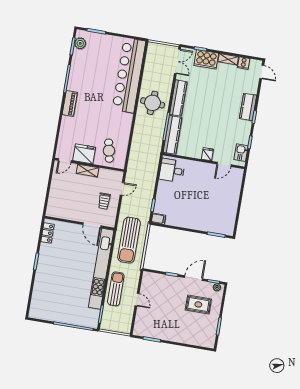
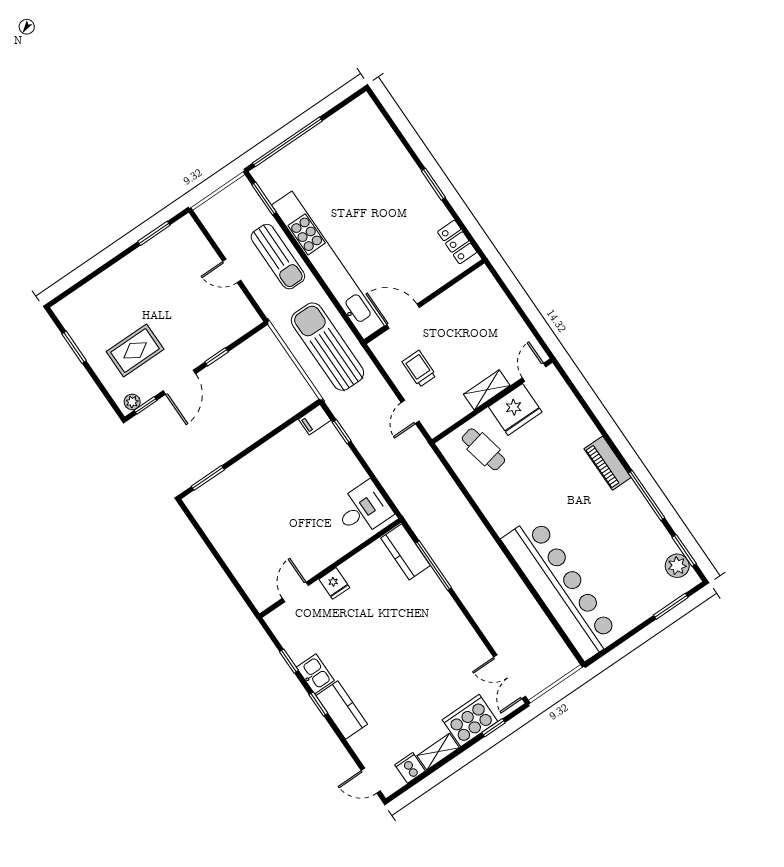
kitchen counter: (178, 98) -> (456, 624), removed
round table: (152, 103) -> (487, 581), removed
kitchen counter: (173, 135) -> (406, 552), width x0.67
kitchen sink: (241, 153) -> (315, 674), moved

